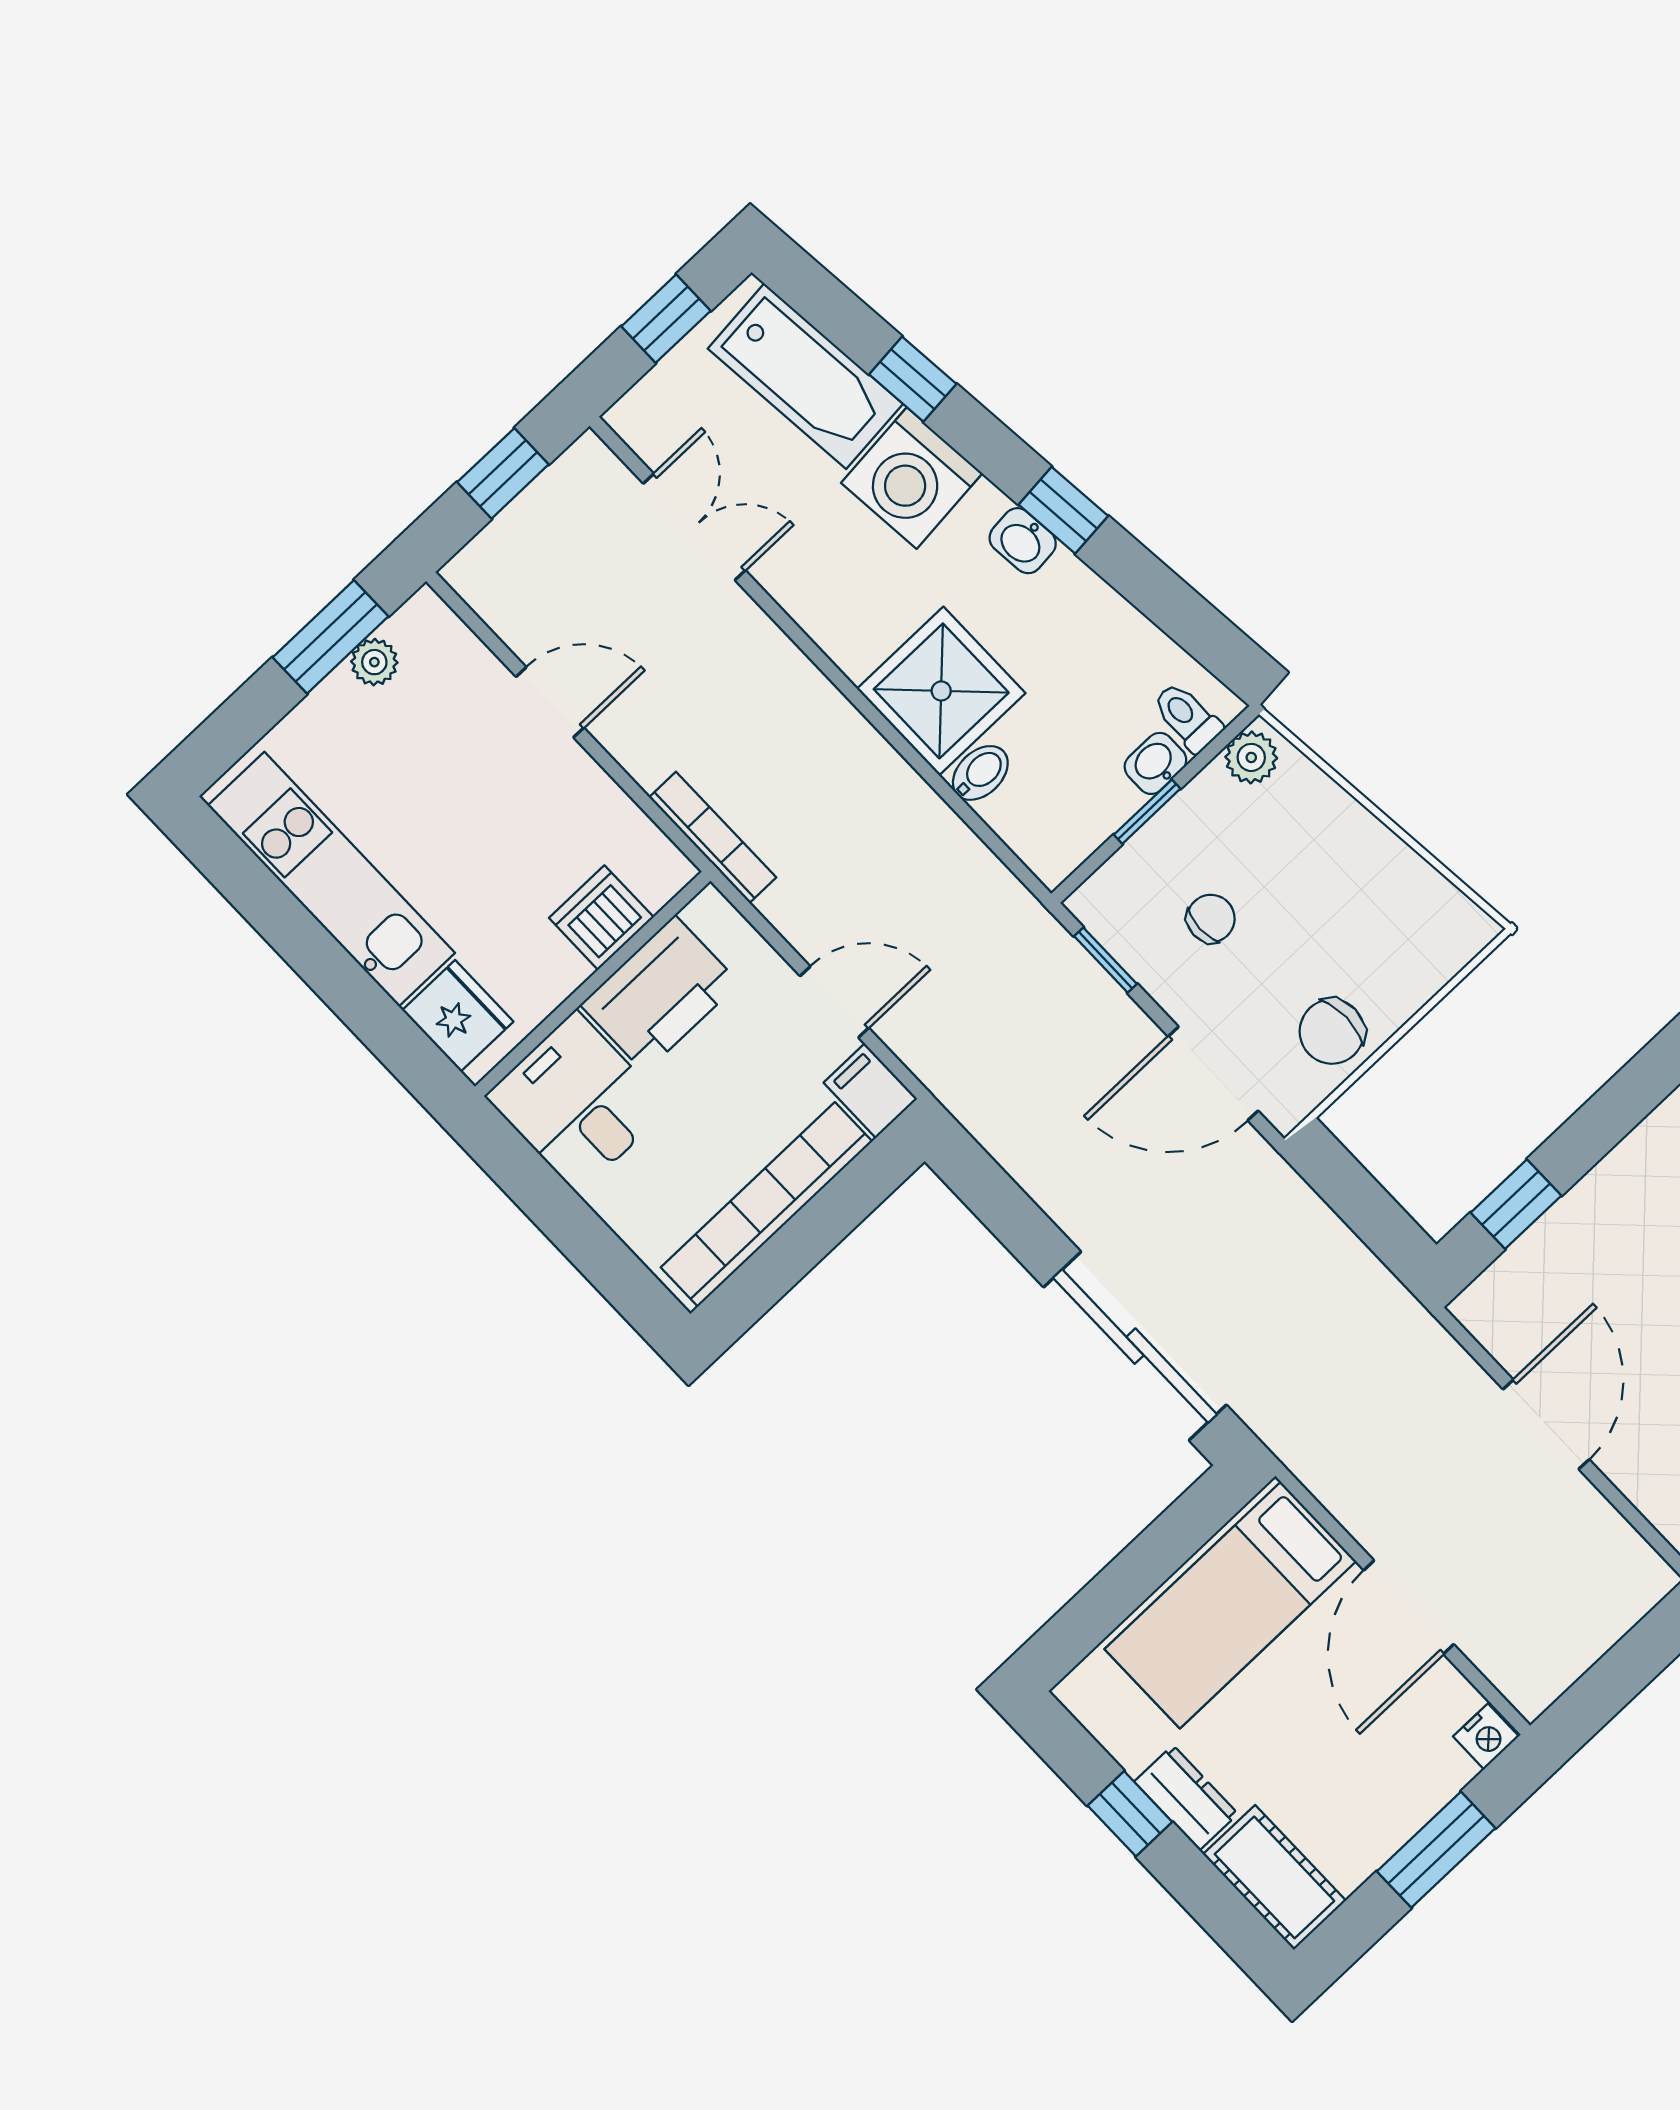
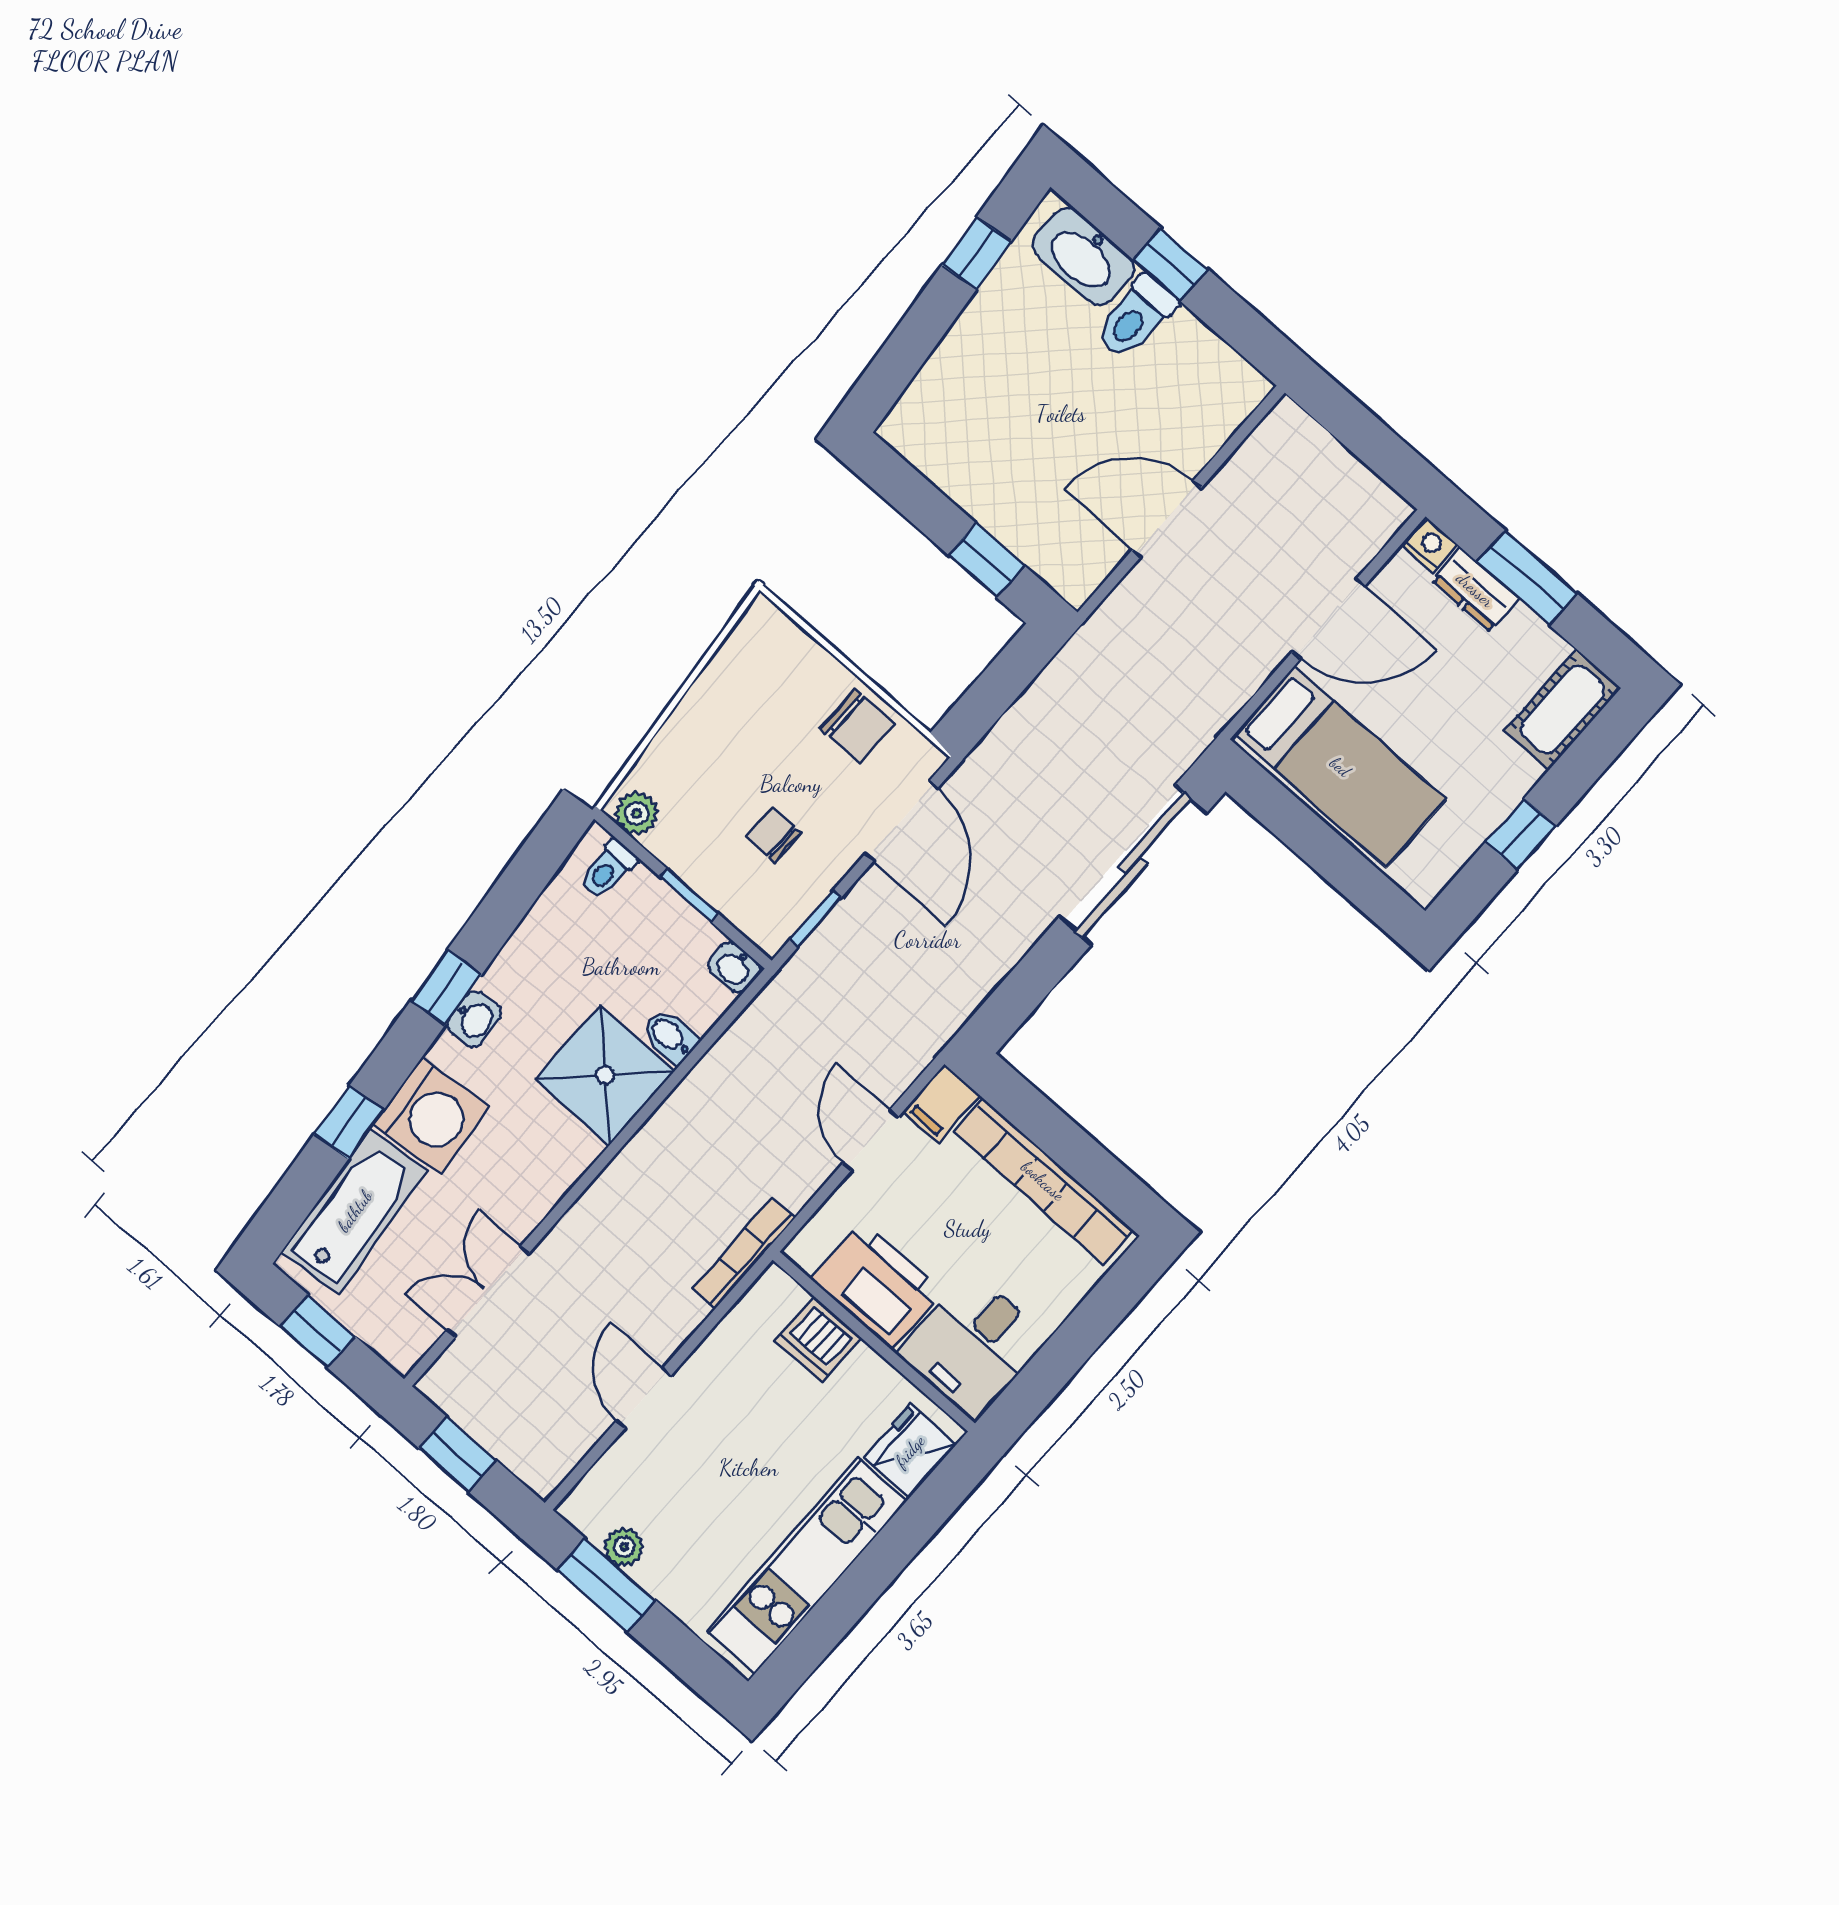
washbasin: (1155, 763) -> (734, 967), moved
dresser: (1186, 1798) -> (1475, 590), moved, turned -90

